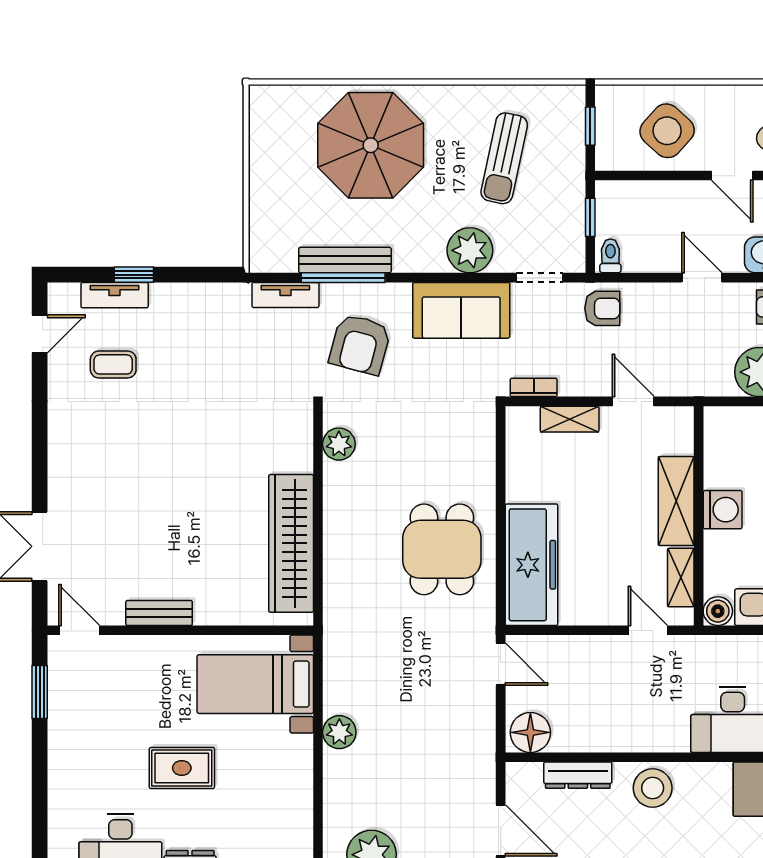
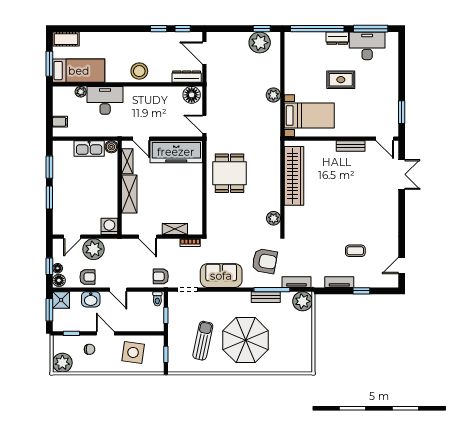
side table: (667, 131) -> (133, 352), turned -34
parasol: (371, 145) -> (246, 340), moved
plant: (470, 250) -> (303, 301), moved
bench: (345, 260) -> (266, 297), width x0.73
tv unit: (115, 295) -> (339, 282), moved
armchair: (360, 344) -> (265, 261), turned 85
coffee table: (113, 364) -> (355, 251), moved
washing machine: (723, 510) -> (109, 226), moved, turned 90
freezer: (531, 565) -> (176, 152), moved, turned -90
dresser: (578, 775) -> (187, 77), moved

